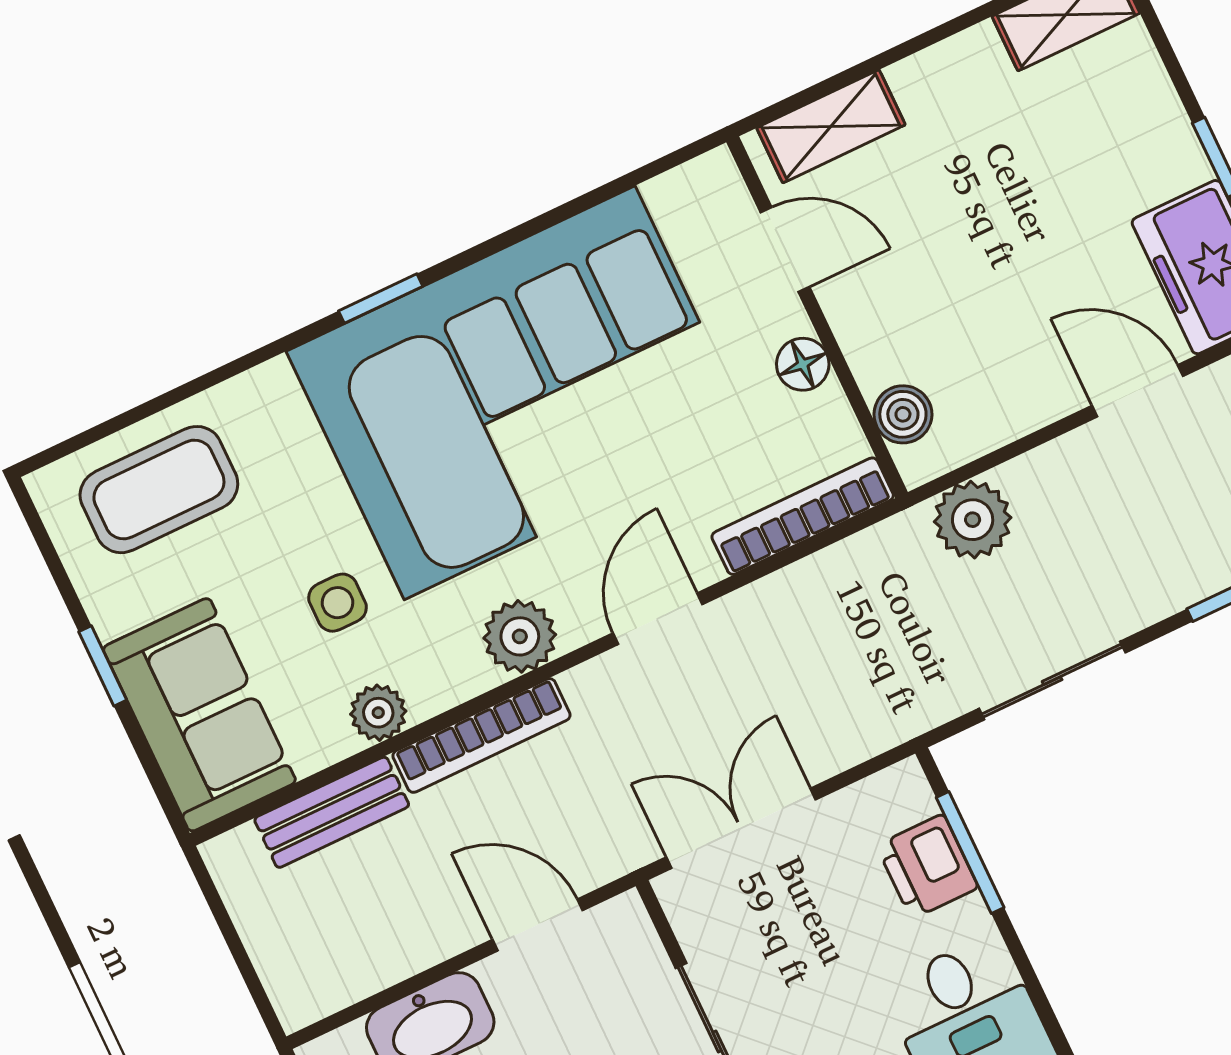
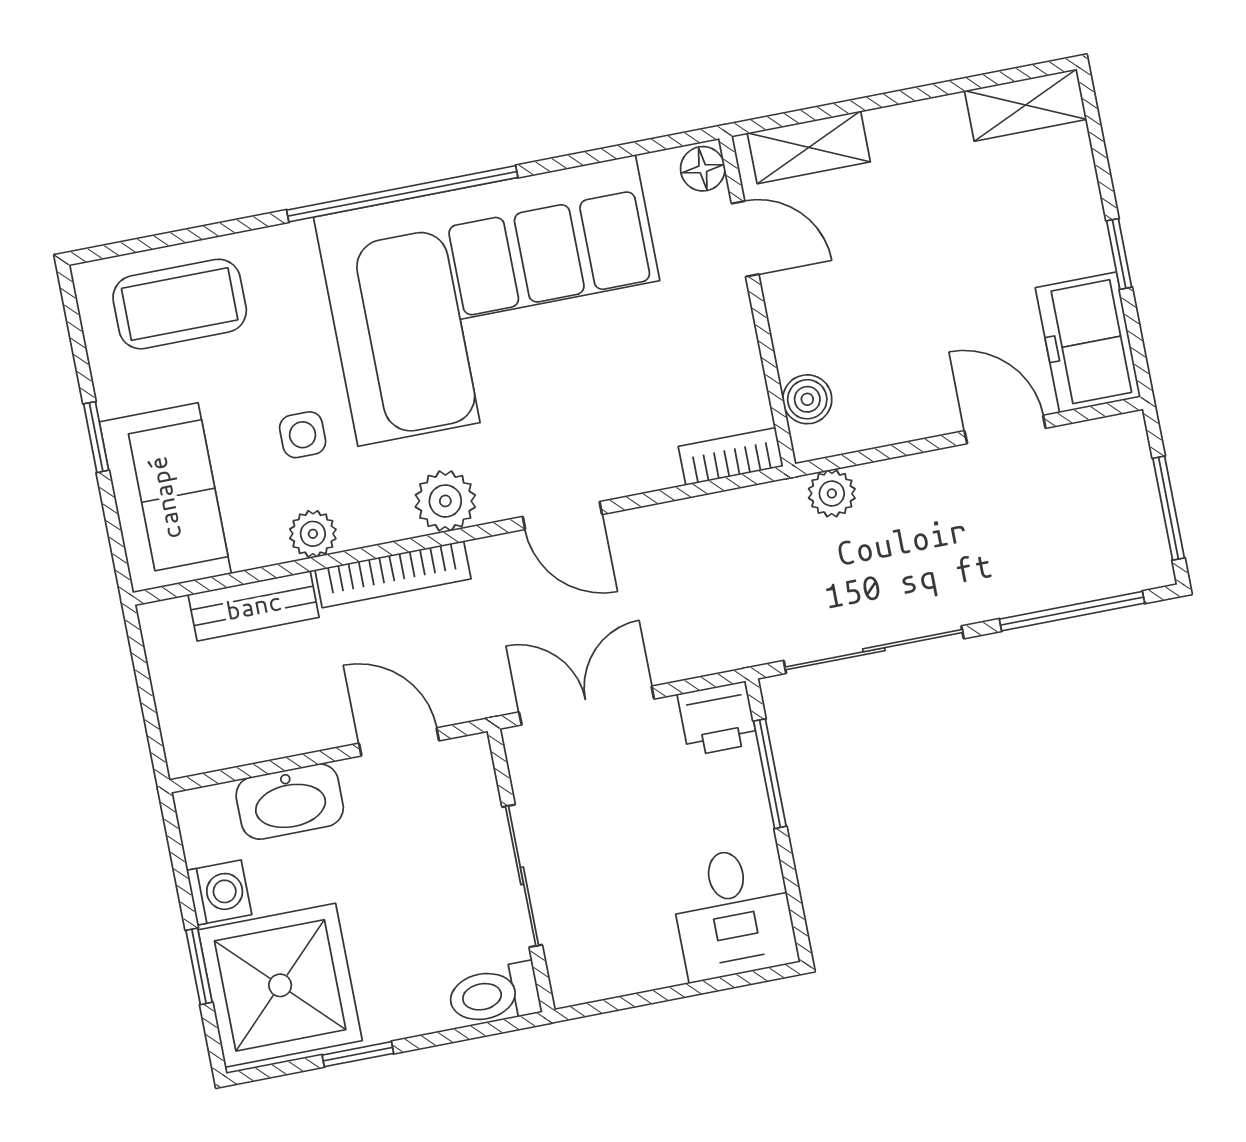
window: (381, 299) -> (402, 194), width x3.17
floor lamp: (803, 364) -> (703, 169), moved
bookcase: (803, 516) -> (731, 456), width x0.64
plant: (973, 520) -> (832, 493), width x0.73, depth x0.73
door: (658, 619) -> (562, 516), swing flipped
sliding door: (1052, 681) -> (874, 650), width x1.37
printer: (927, 867) -> (717, 719), moved, turned -90

